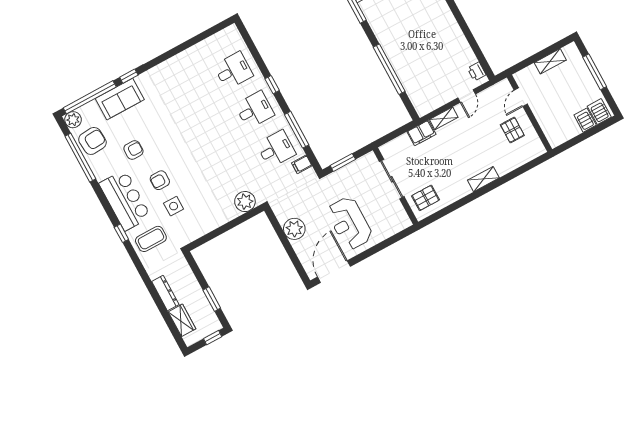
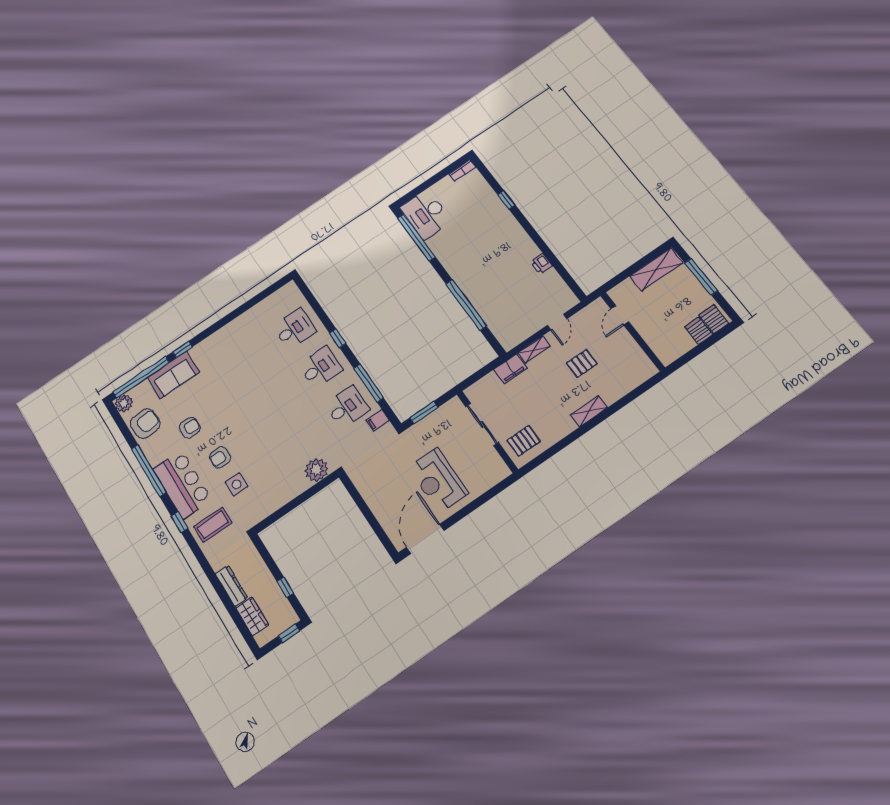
shelving: (550, 61) -> (656, 269), width x1.50, depth x1.33
printer: (477, 72) -> (541, 264), moved
pallet: (512, 130) -> (582, 363), moved, turned 90
window: (80, 158) -> (149, 470), moved
plant: (294, 229) -> (375, 494), removed
window: (212, 299) -> (285, 587), width x0.67

